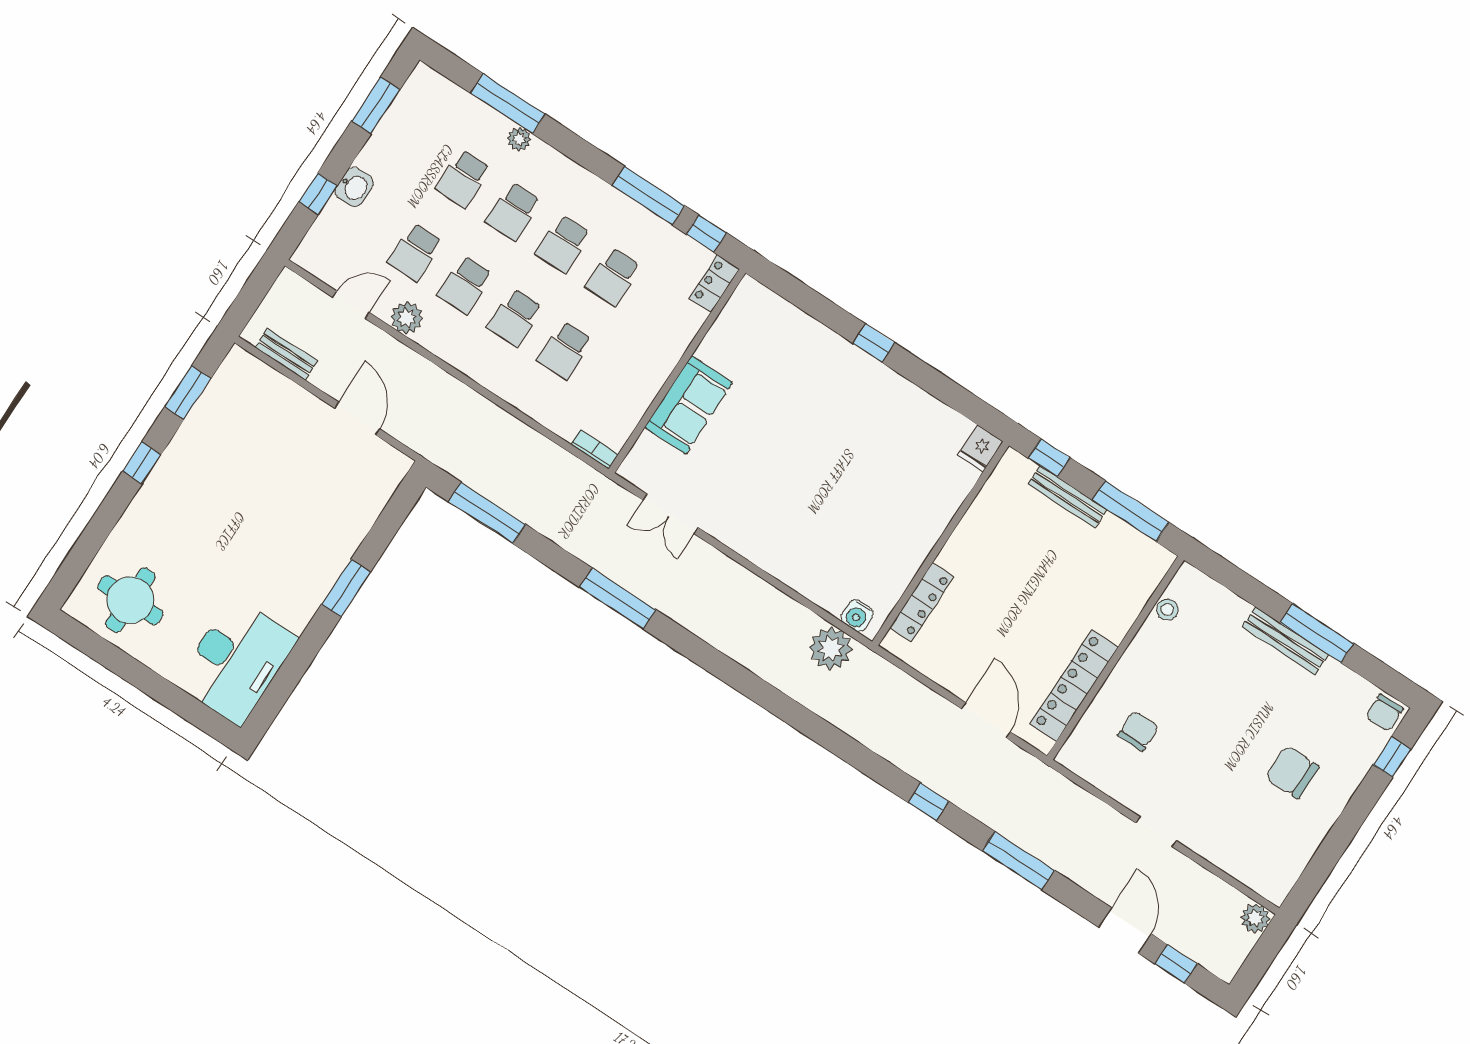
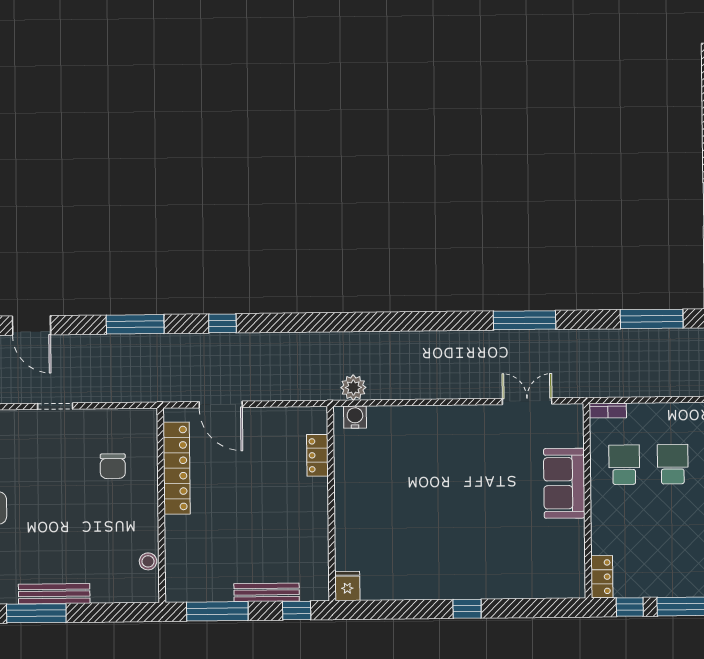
school desk: (613, 277) -> (624, 465), moved
locker: (922, 602) -> (317, 455), width x0.66
plant: (831, 649) -> (353, 387), width x0.73, depth x0.73

